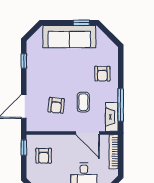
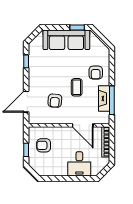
coffee table: (83, 102) -> (77, 87), moved
fireplace: (112, 117) -> (104, 98), moved
window: (24, 148) -> (26, 150), moved
armchair: (44, 156) -> (44, 145), turned 90

